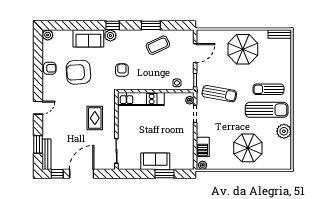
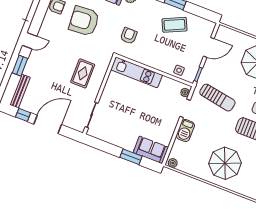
window: (38, 144) -> (20, 66), moved
barbecue: (203, 147) -> (185, 130), moved
sofa: (155, 161) -> (151, 150), moved

